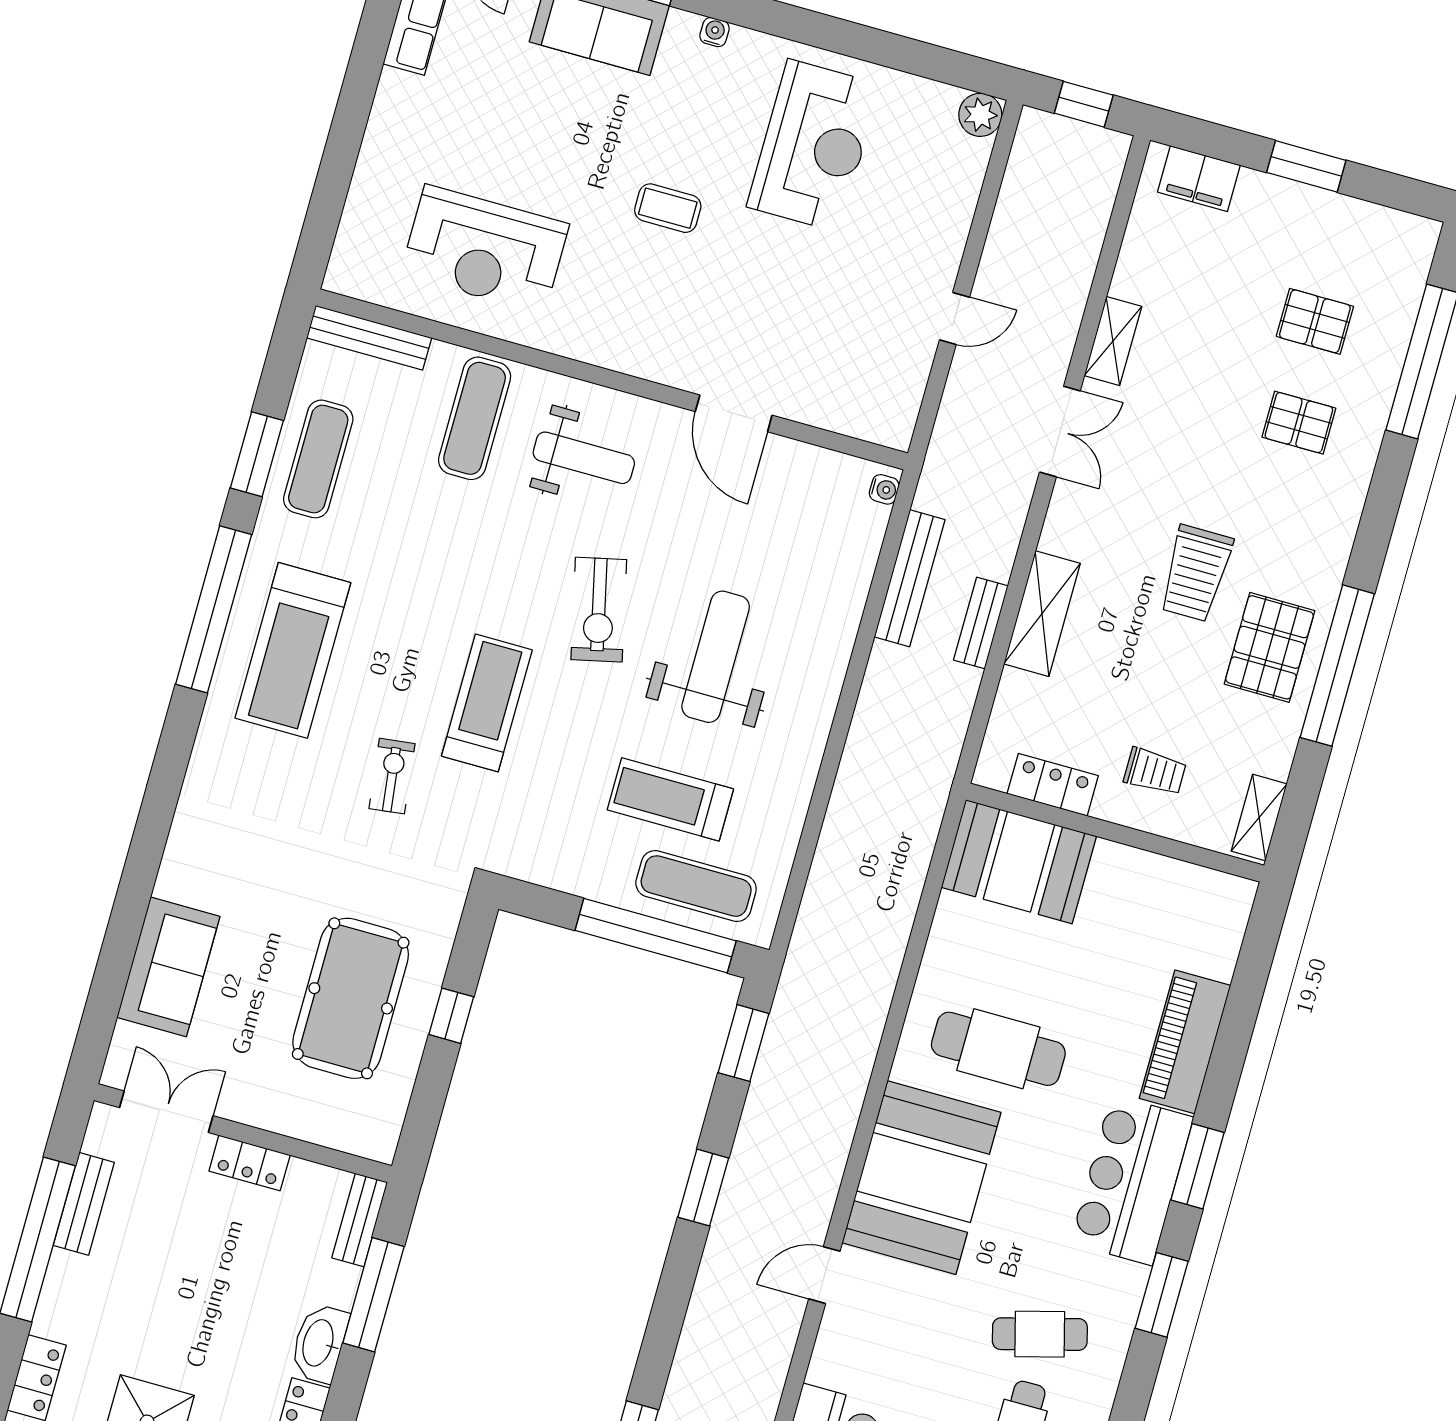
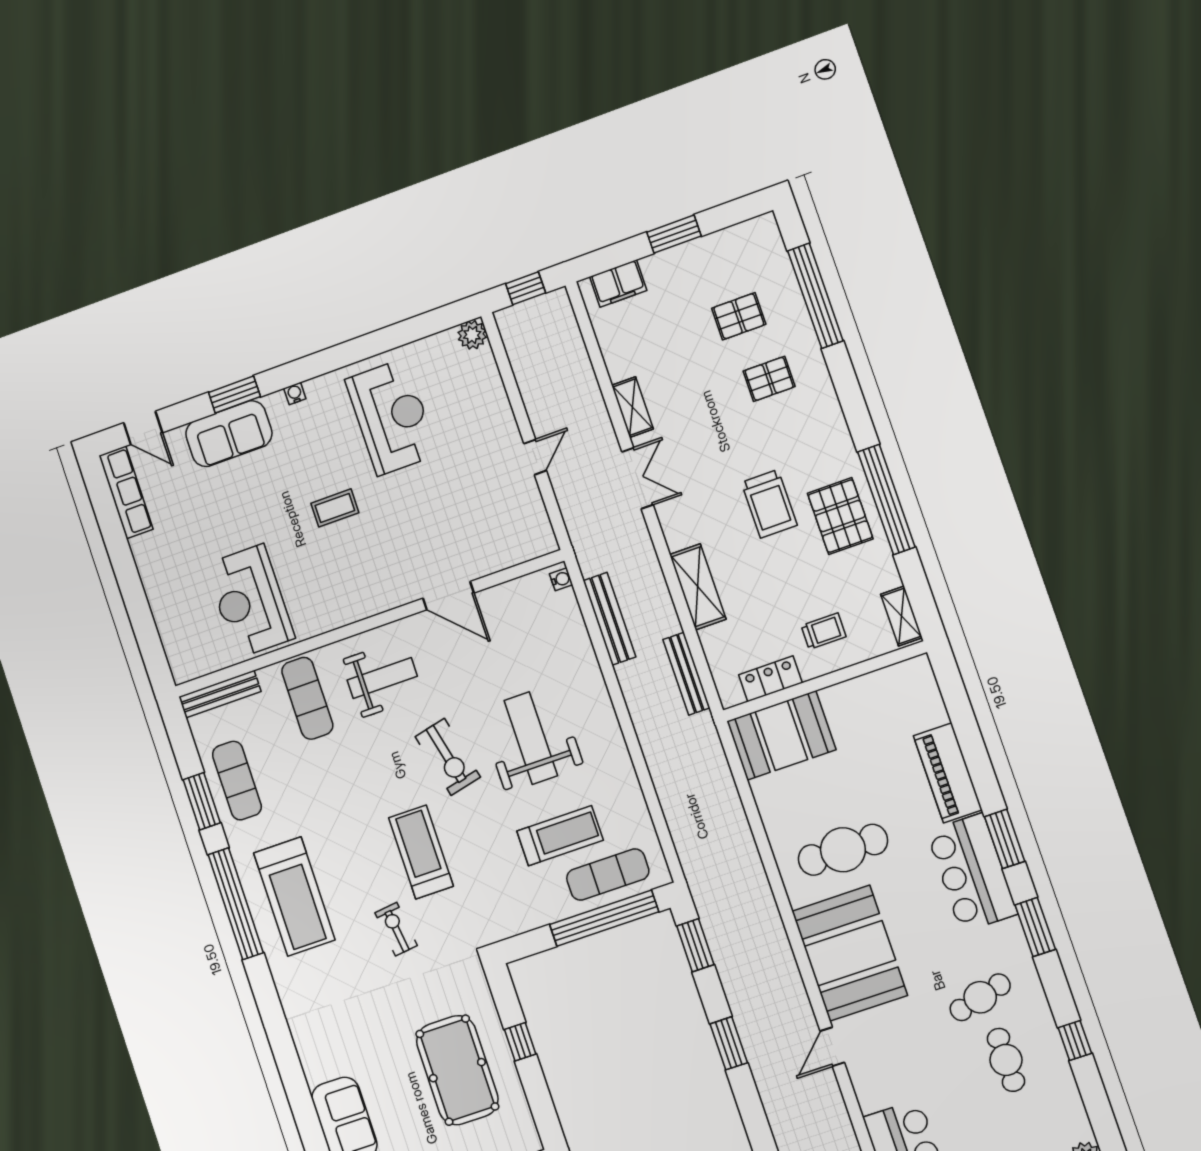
reception desk: (485, 249) -> (250, 601), turned 90
bench: (981, 623) -> (686, 674), moved, width x1.36
treadmill: (670, 799) -> (560, 836), turned 180

